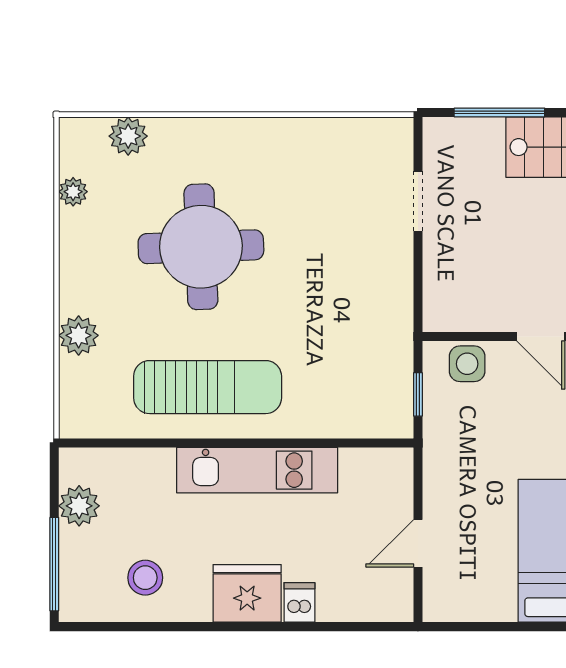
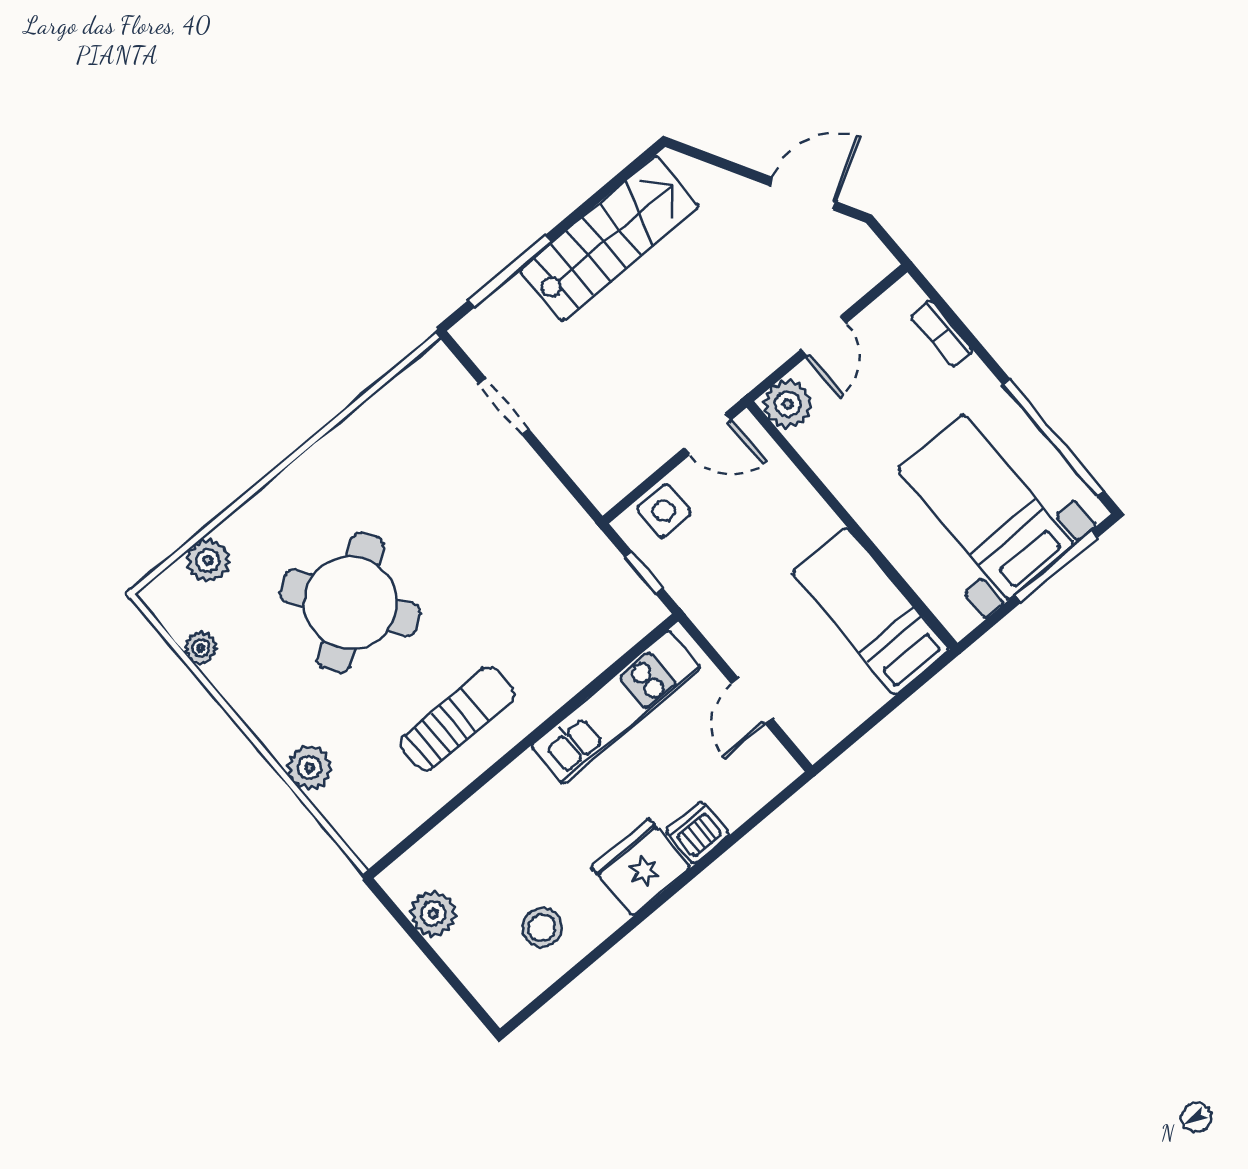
round table: (201, 247) -> (350, 603), turned -32
sun lounger: (208, 387) -> (458, 719), width x0.73, depth x0.75
kitchen unit: (257, 470) -> (616, 707), moved
window: (54, 564) -> (454, 982), removed
dishwasher: (299, 602) -> (698, 833), width x1.38

